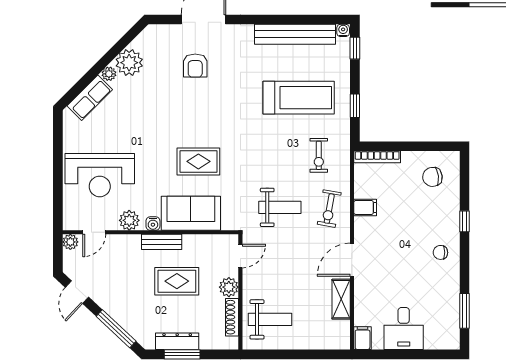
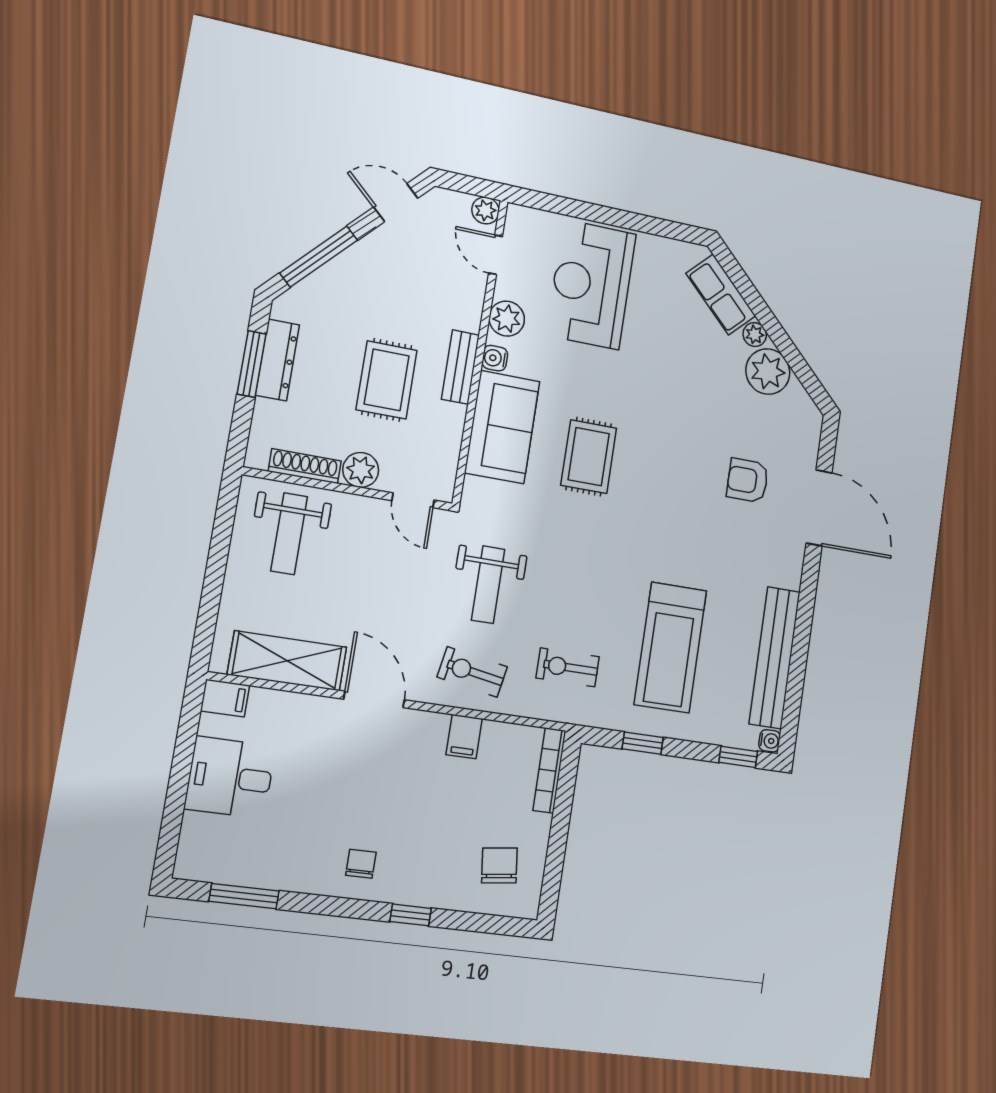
shelving: (341, 299) -> (287, 661), width x1.50, depth x1.33

